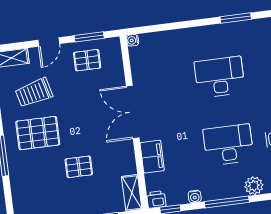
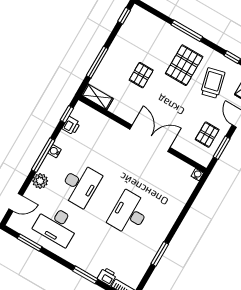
desk: (220, 77) -> (129, 213), turned 180
filing cabinet: (152, 157) -> (111, 129), removed
water cooler: (195, 197) -> (54, 151), moved
printer: (156, 199) -> (71, 126), moved

